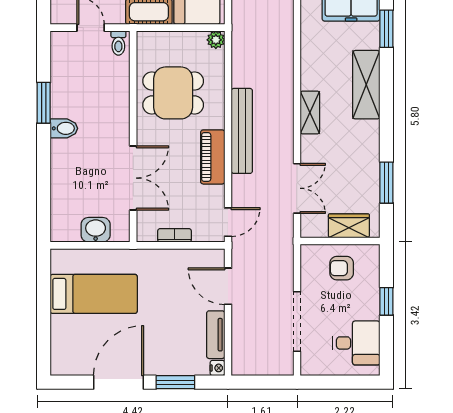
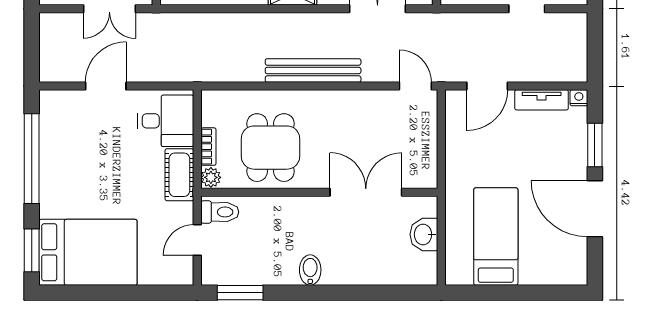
plant: (216, 40) -> (211, 177), moved
toilet: (118, 43) -> (220, 212), width x1.37, depth x1.39
window: (44, 103) -> (240, 293), moved
piano: (213, 157) -> (342, 103), removed
bookcase: (175, 235) -> (208, 147), moved, turned 180
doorway: (297, 321) -> (527, 9), width x0.53

